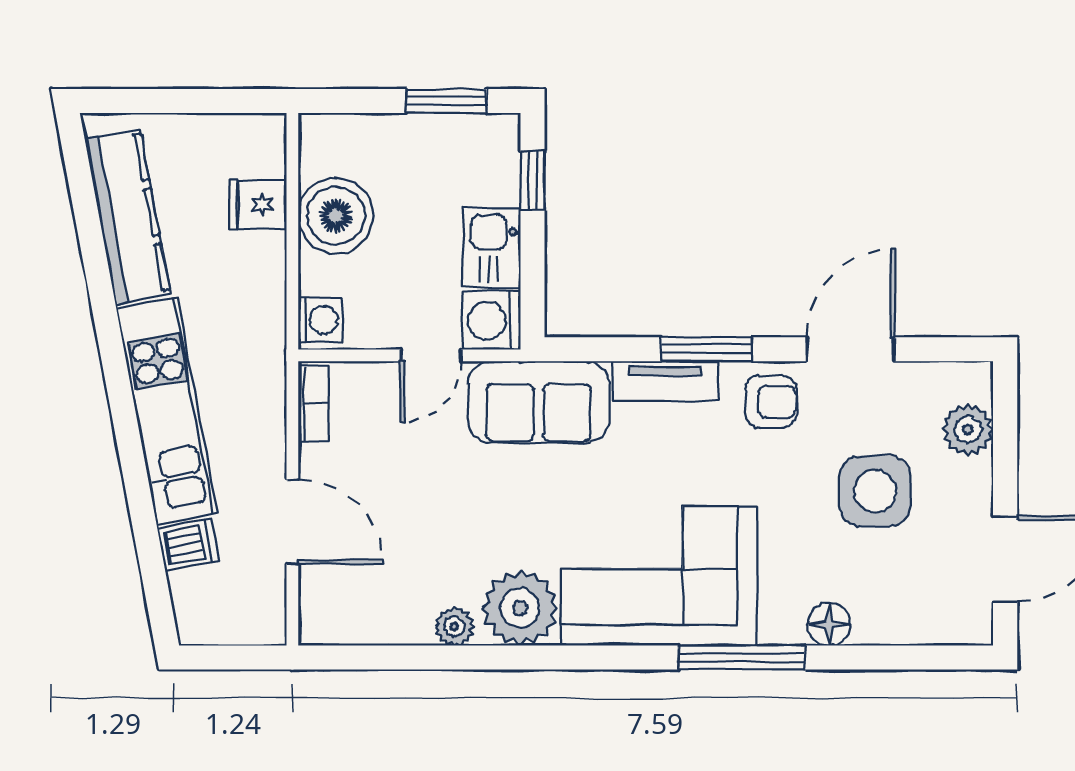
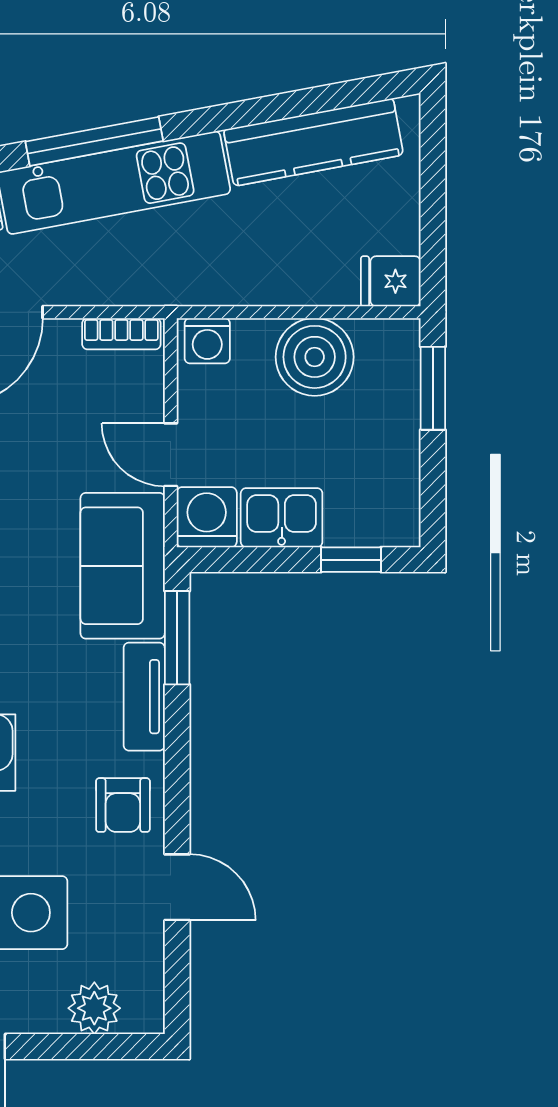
window: (446, 101) -> (433, 388), moved
fridge: (258, 205) -> (391, 281), moved, turned -90
window: (706, 349) -> (177, 638), moved
door: (851, 349) -> (177, 887), width x0.73
window: (127, 430) -> (94, 141), added

